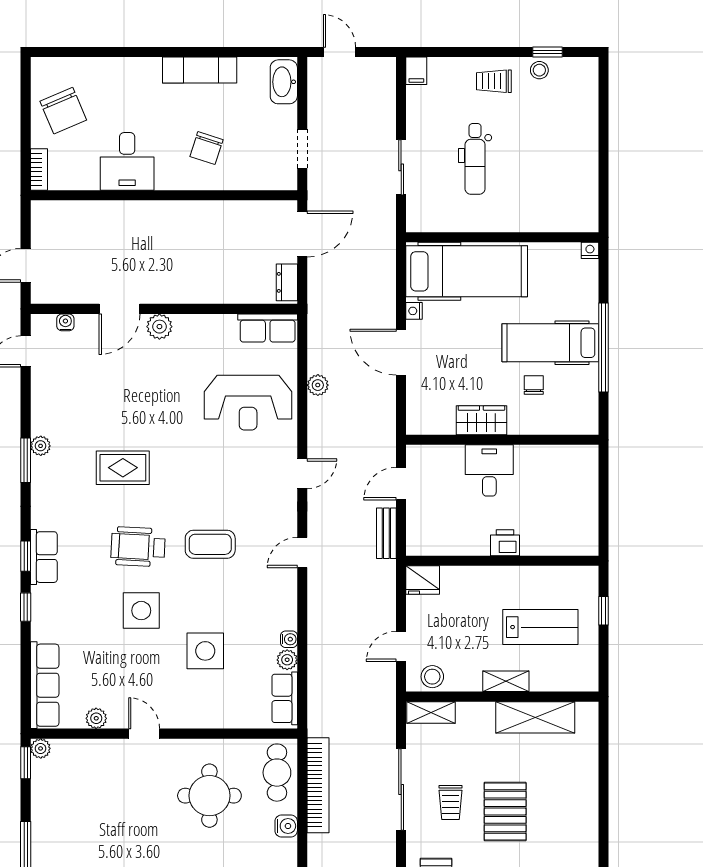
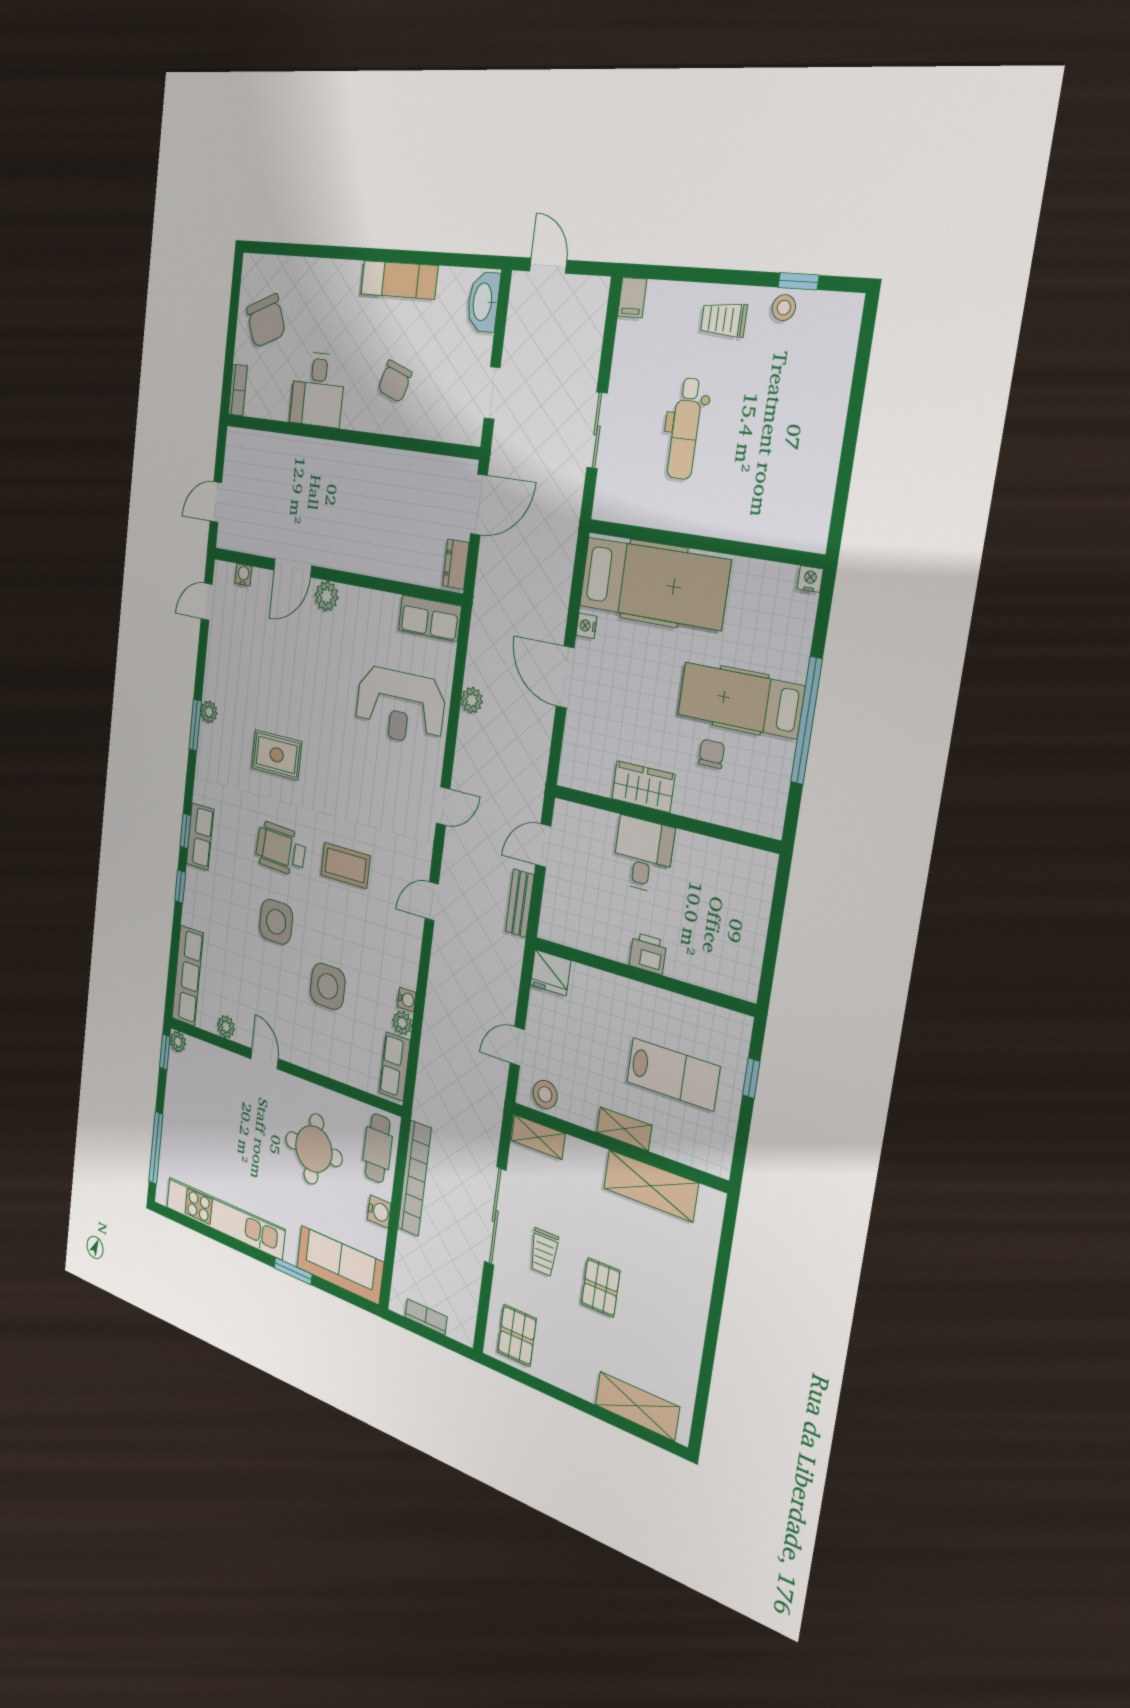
pallet: (505, 812) -> (601, 1287), width x0.67, depth x0.71

